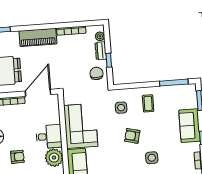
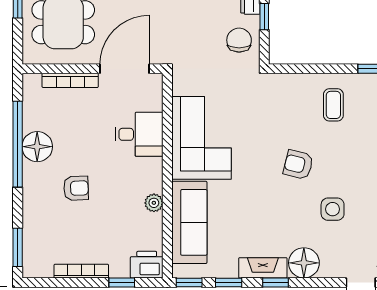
side table: (121, 108) -> (281, 109), removed
desk: (49, 136) -> (139, 134), moved
plant: (54, 158) -> (154, 203), width x0.53, depth x0.53

